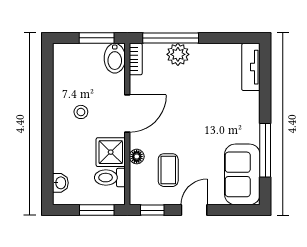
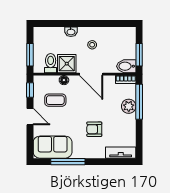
armchair: (214, 109) -> (94, 129), added
washbasin: (60, 183) -> (71, 32), moved

